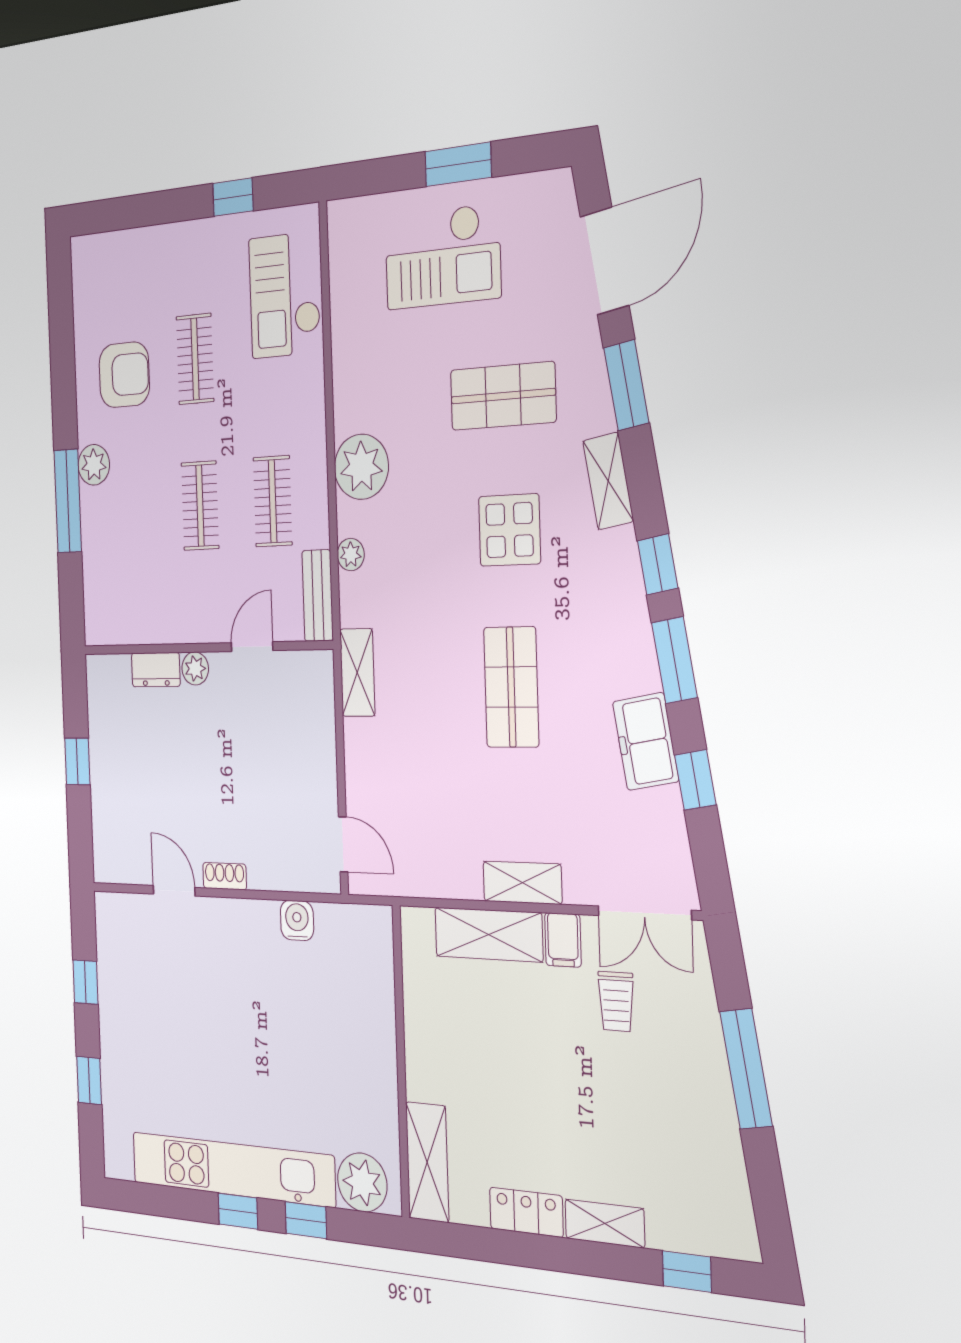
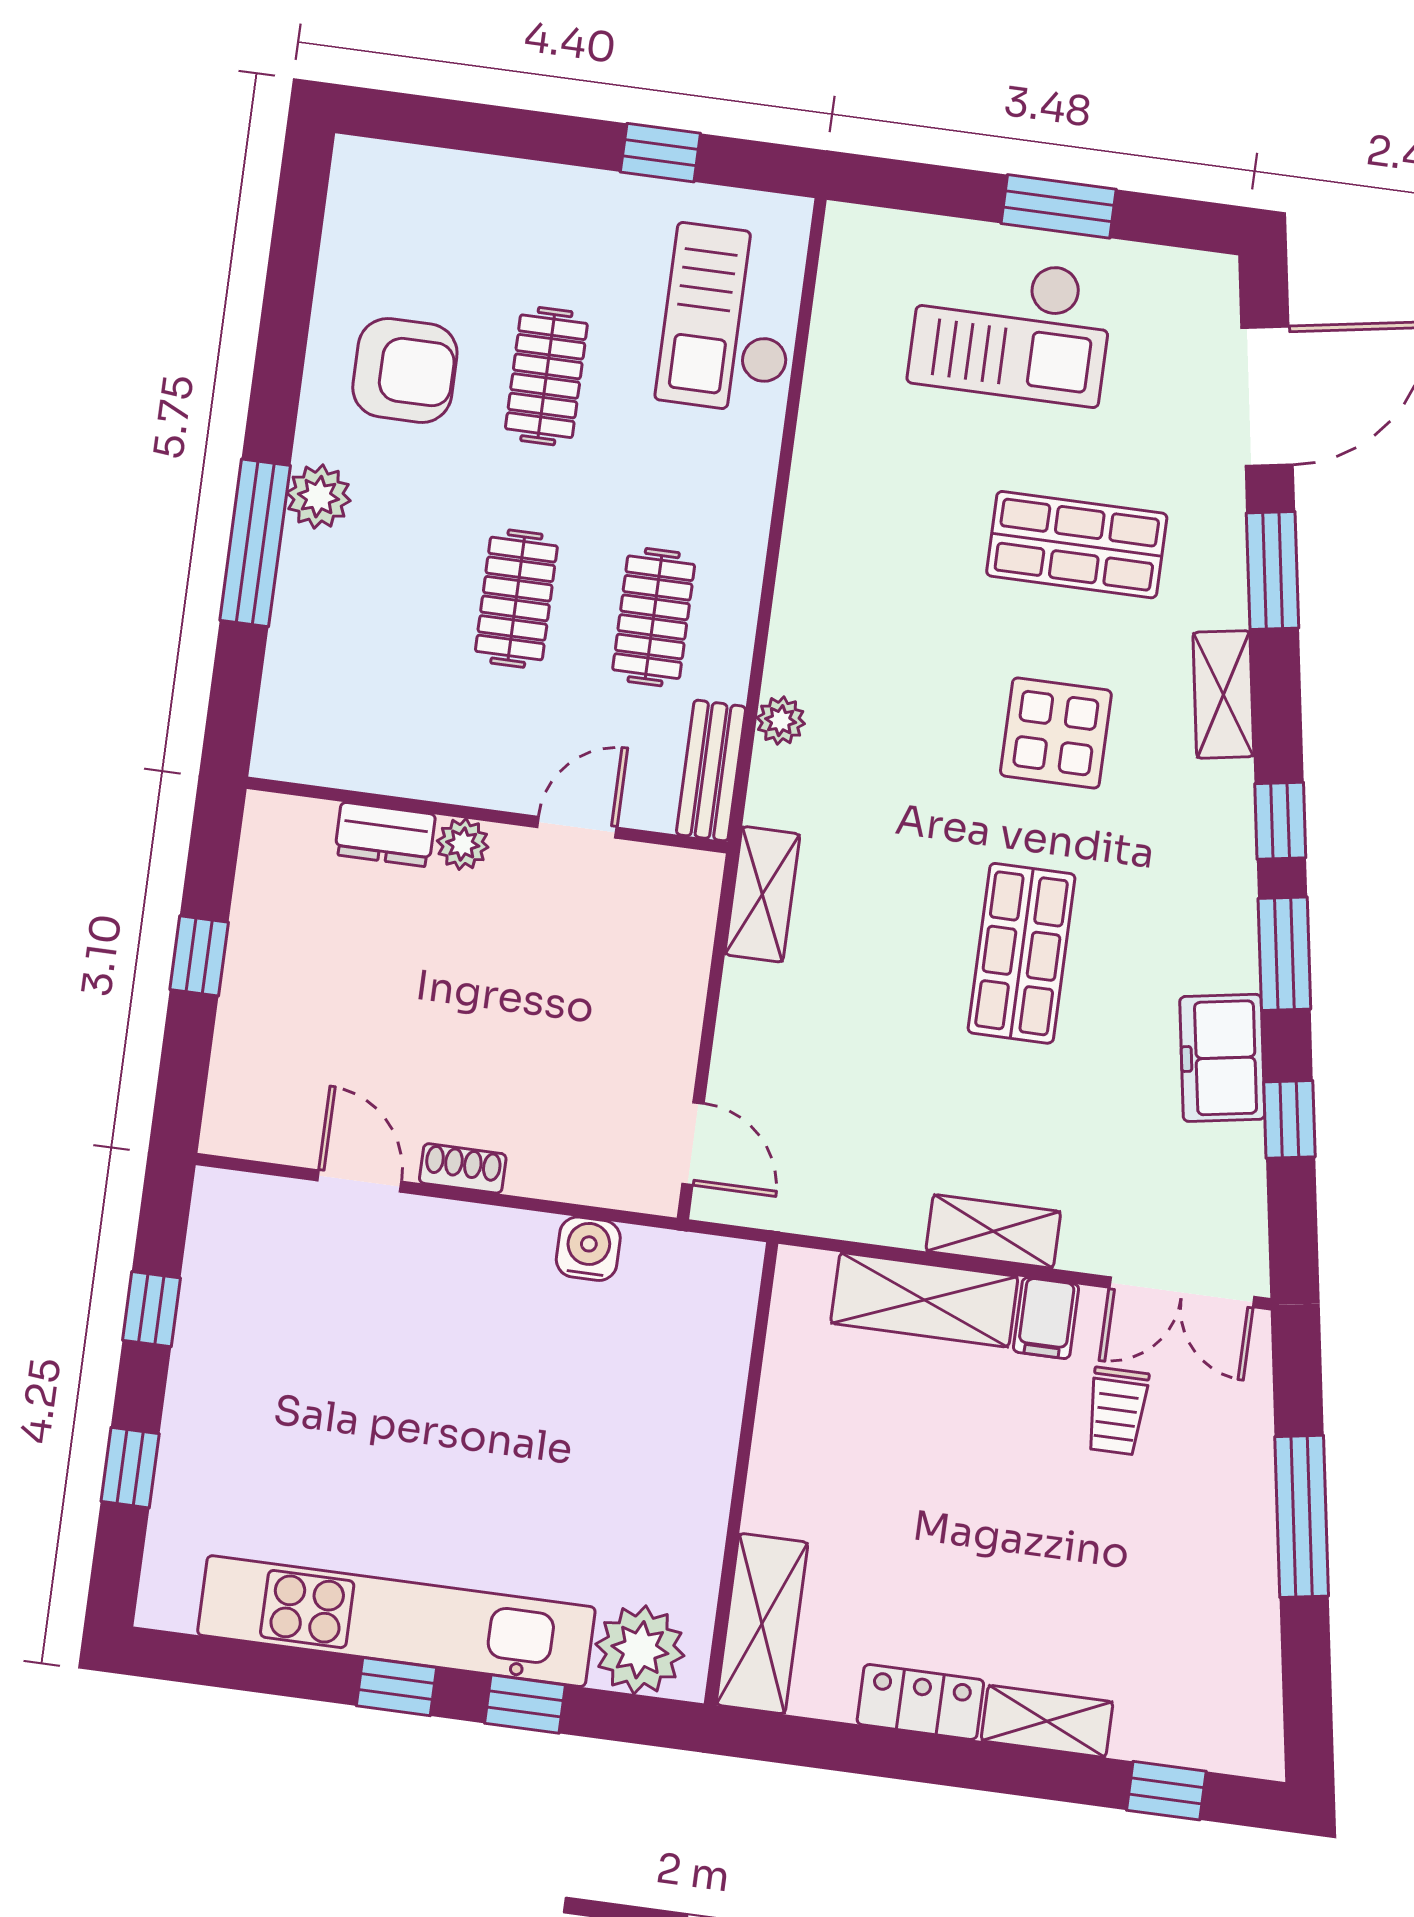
plant: (361, 467) -> (821, 597), removed

